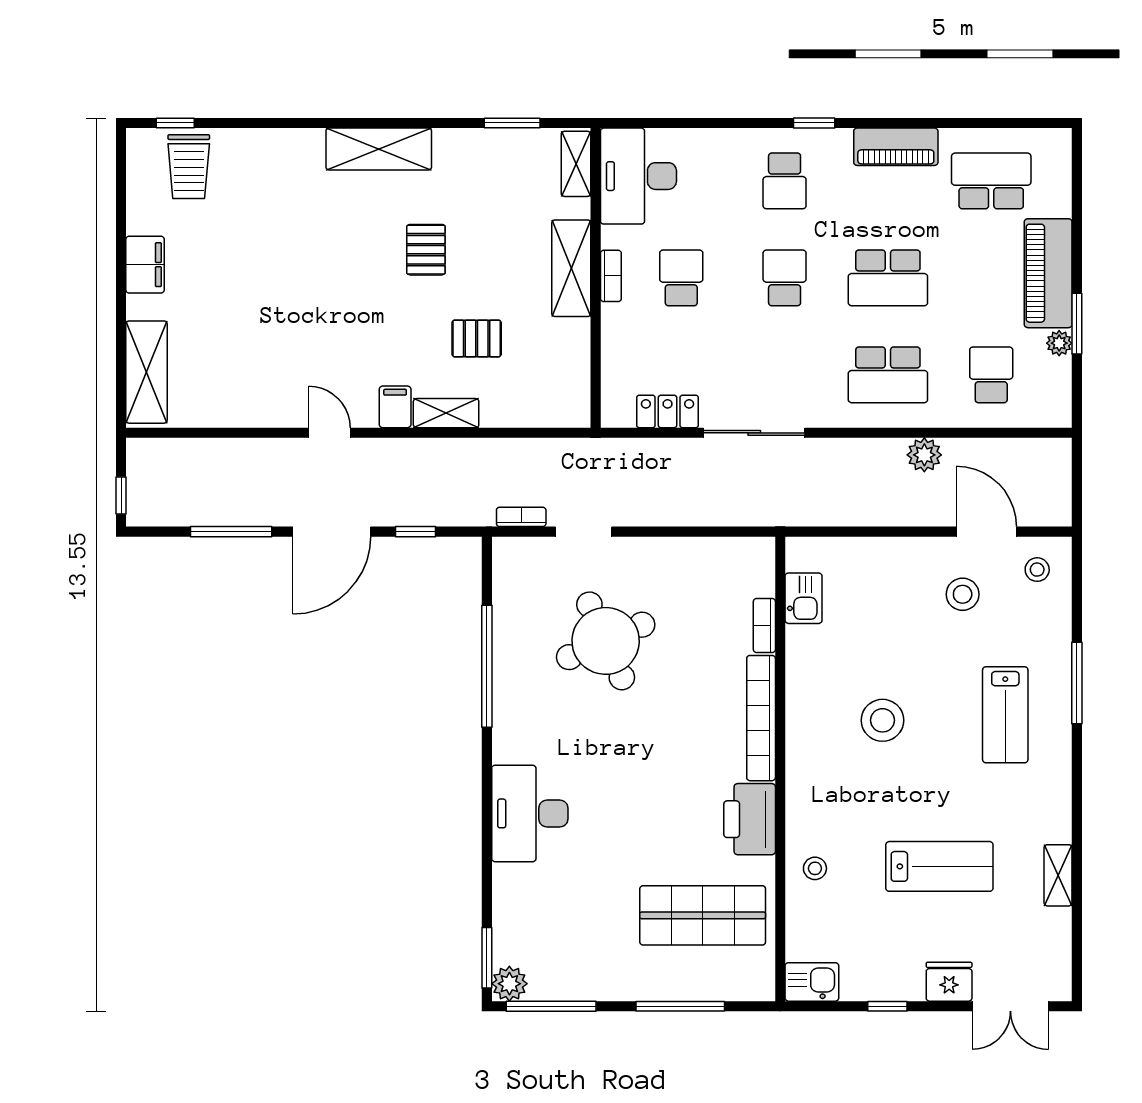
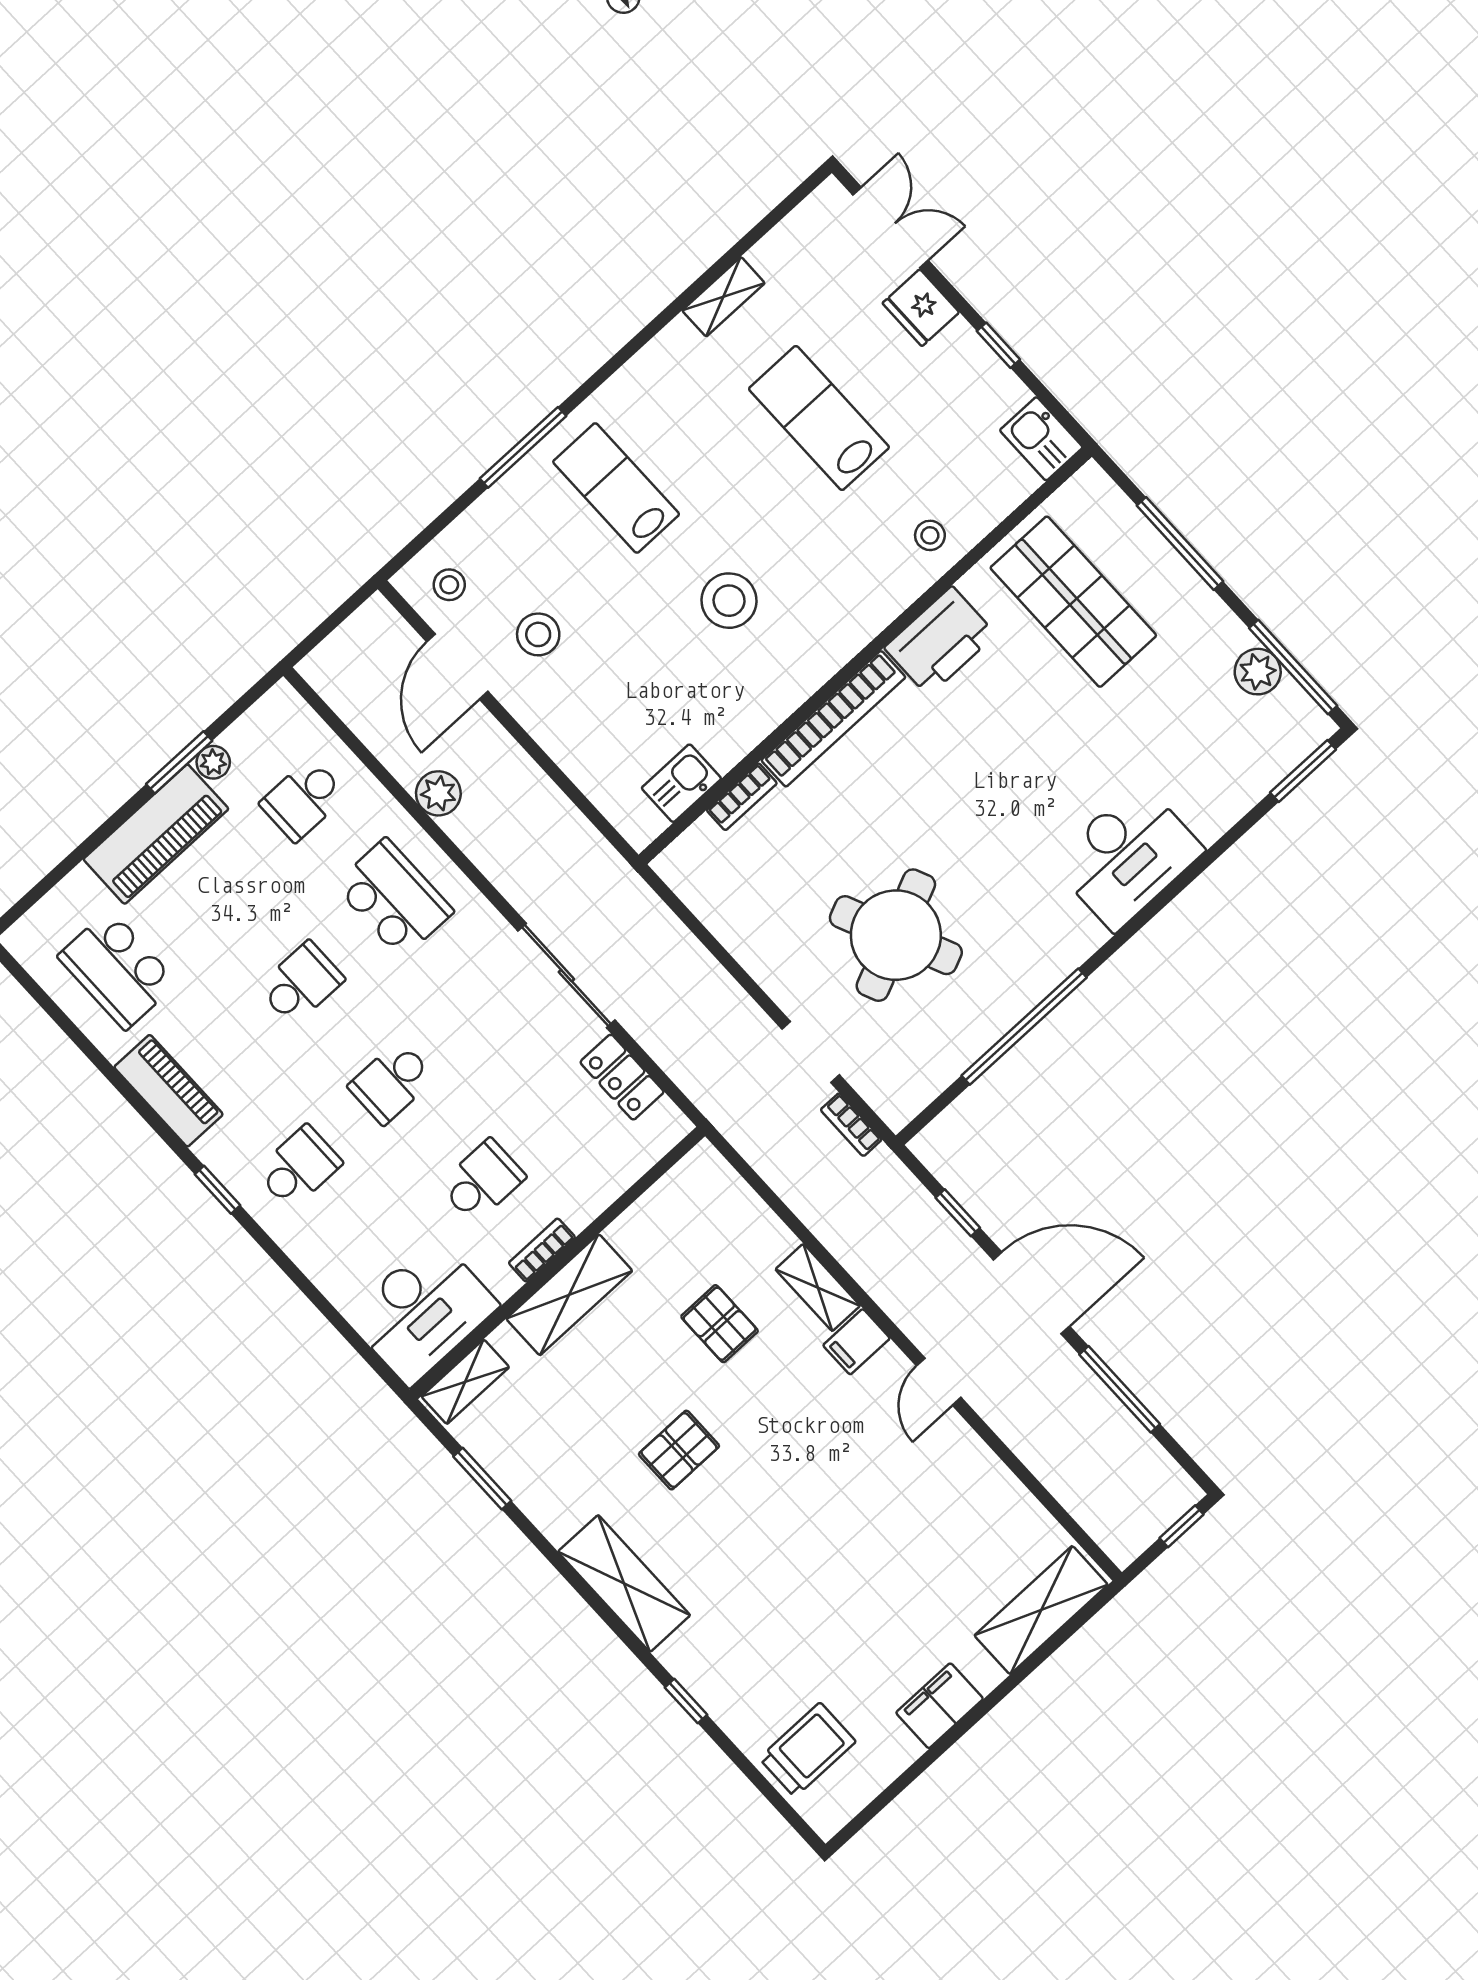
window: (175, 123) -> (686, 1701), moved
school desk: (681, 278) -> (482, 1181), turned 180
school desk: (888, 278) -> (301, 983), width x0.54
lab bench: (1005, 715) -> (616, 488), turned -90
plant: (509, 984) -> (1258, 672), moved

